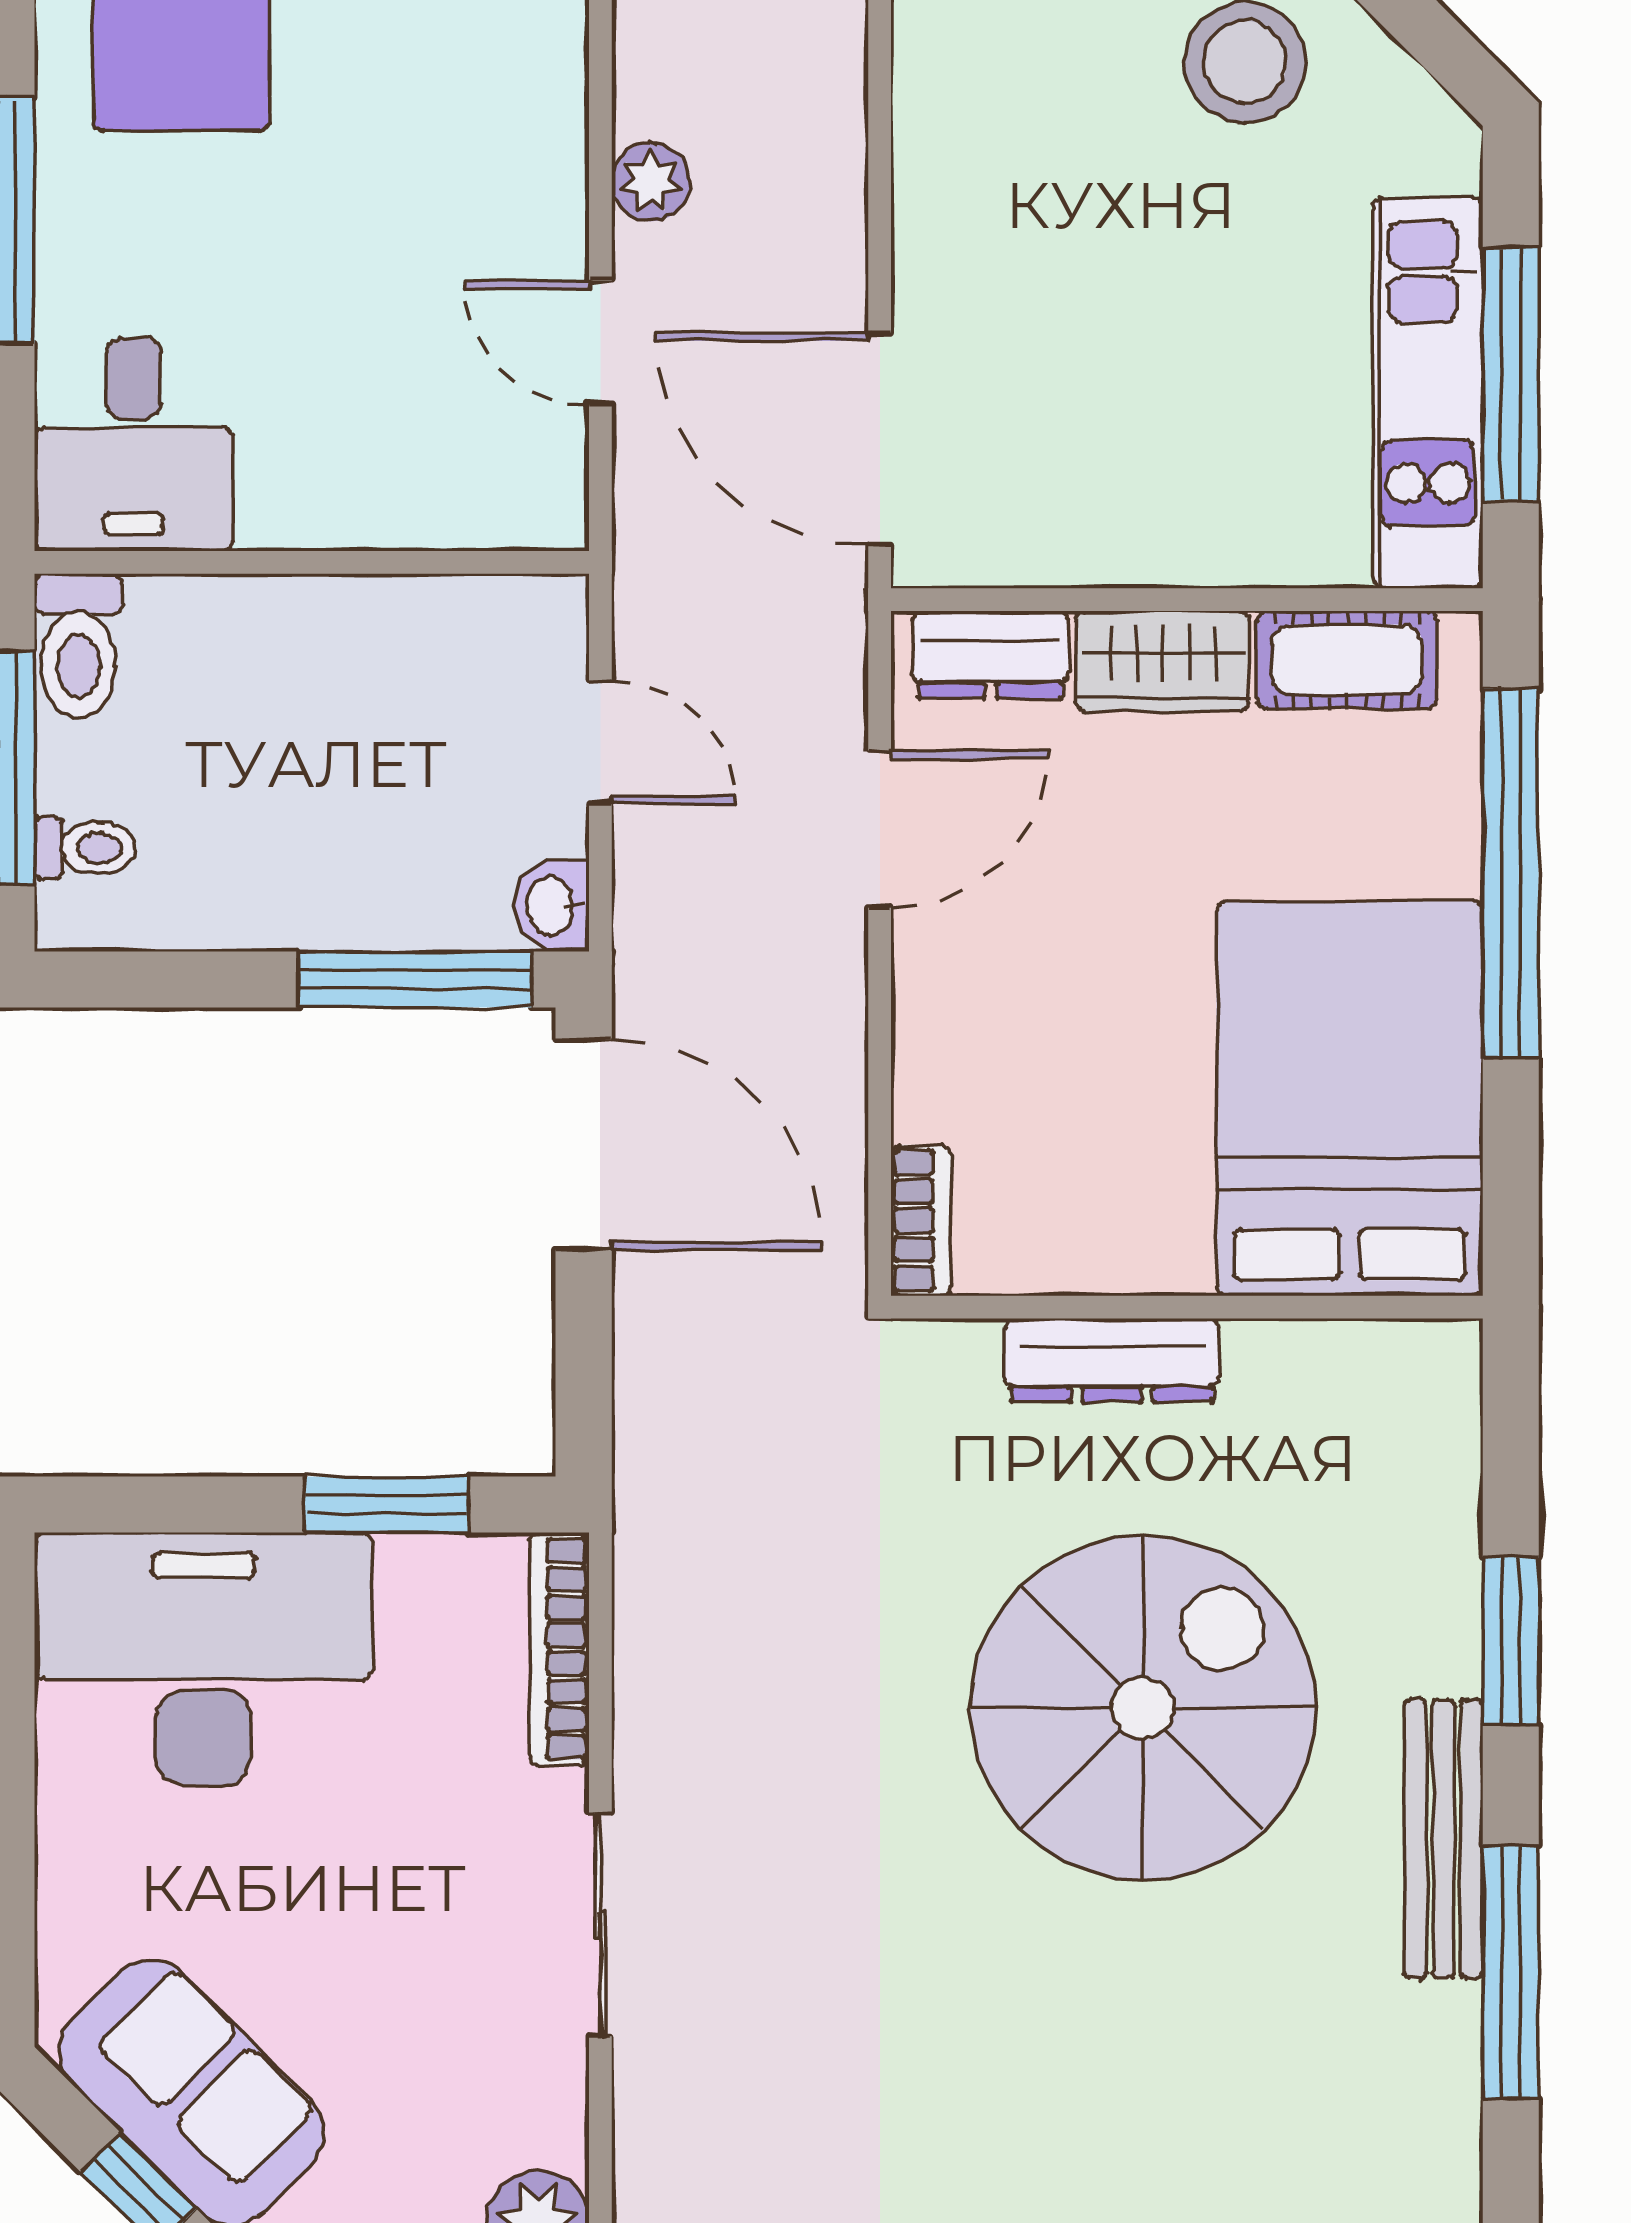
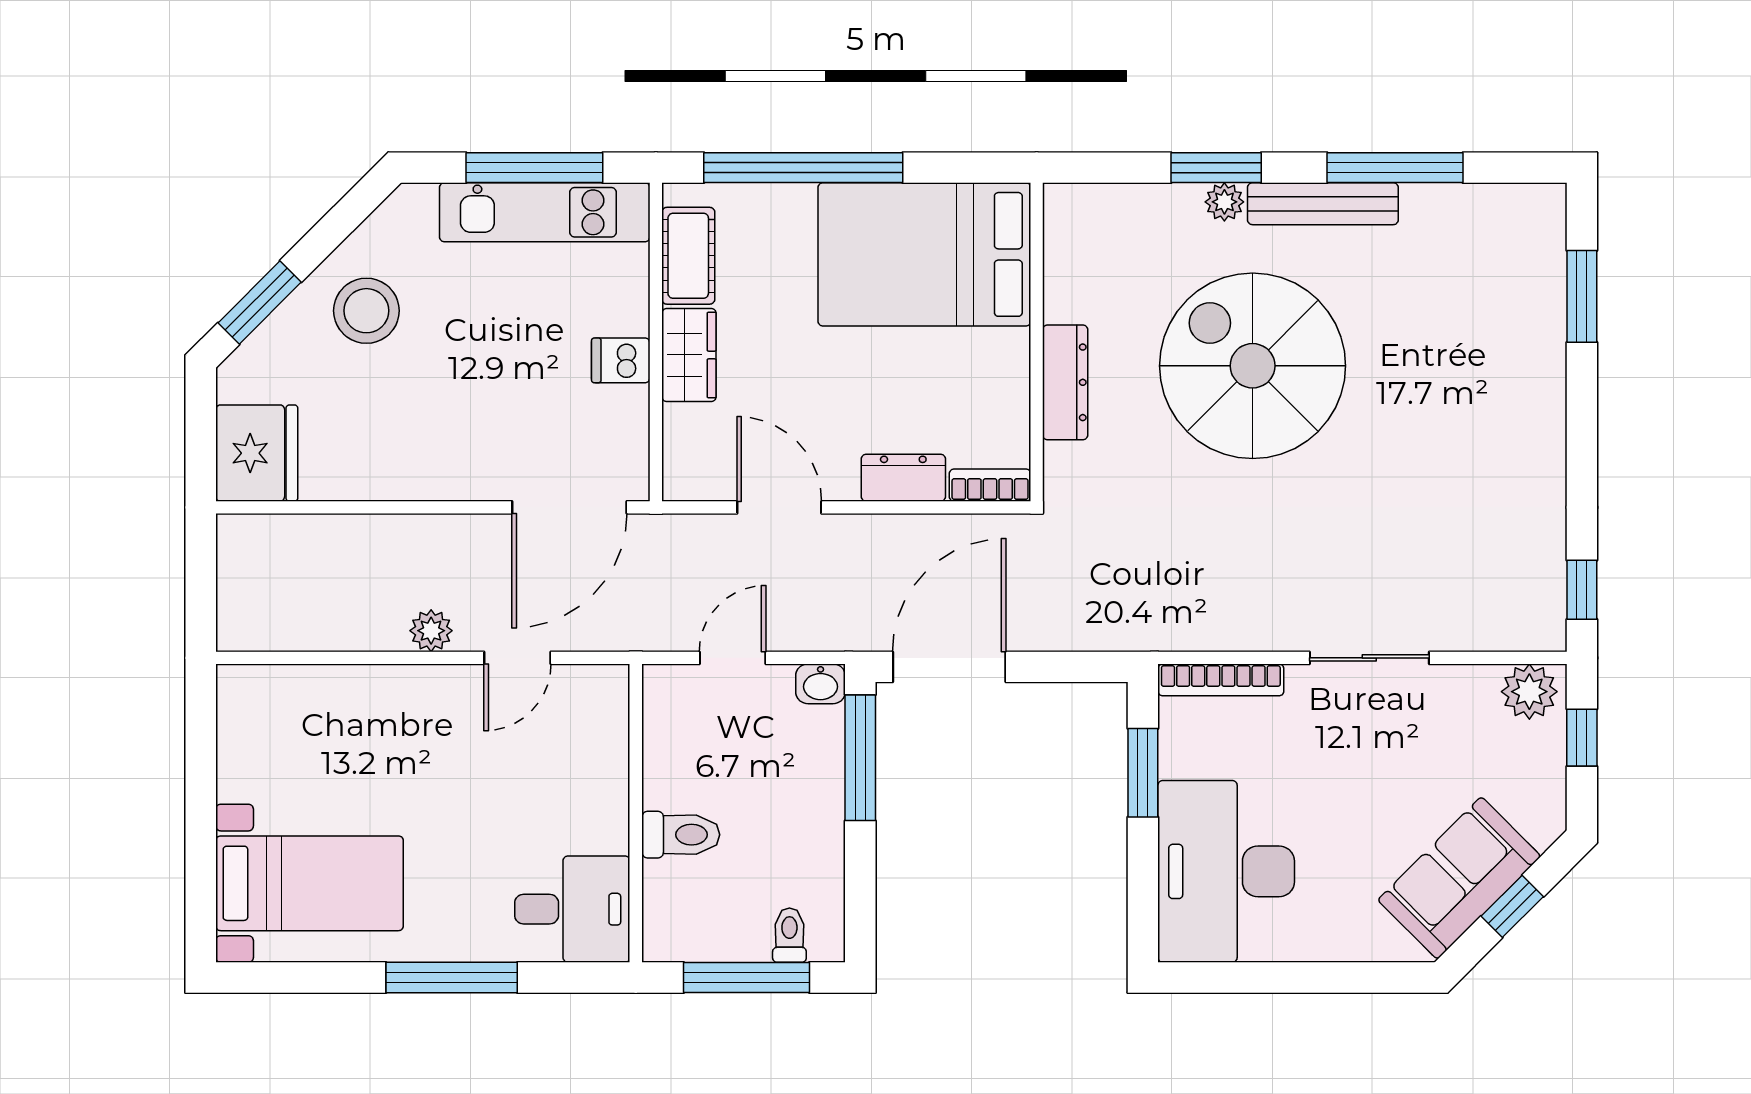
dishwasher: (1153, 534) -> (621, 360), added
toilet: (78, 646) -> (681, 835), moved
dresser: (991, 655) -> (903, 478), moved, turned -90
plant: (1447, 1656) -> (1224, 202), added

